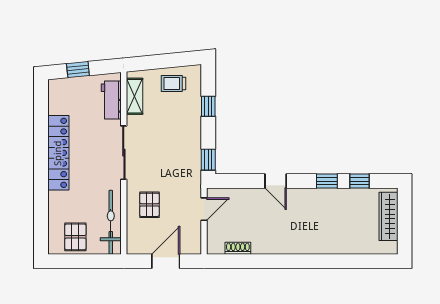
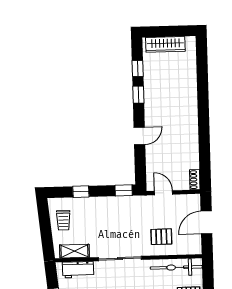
shoe rack: (238, 248) -> (195, 180), moved
door: (166, 261) -> (206, 222), hinge flipped

